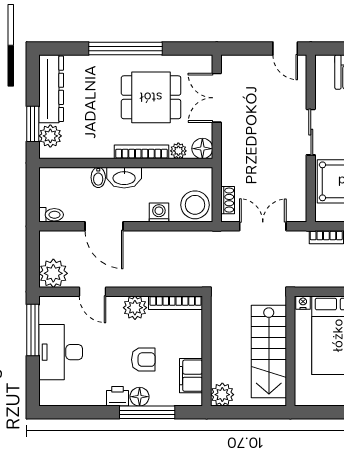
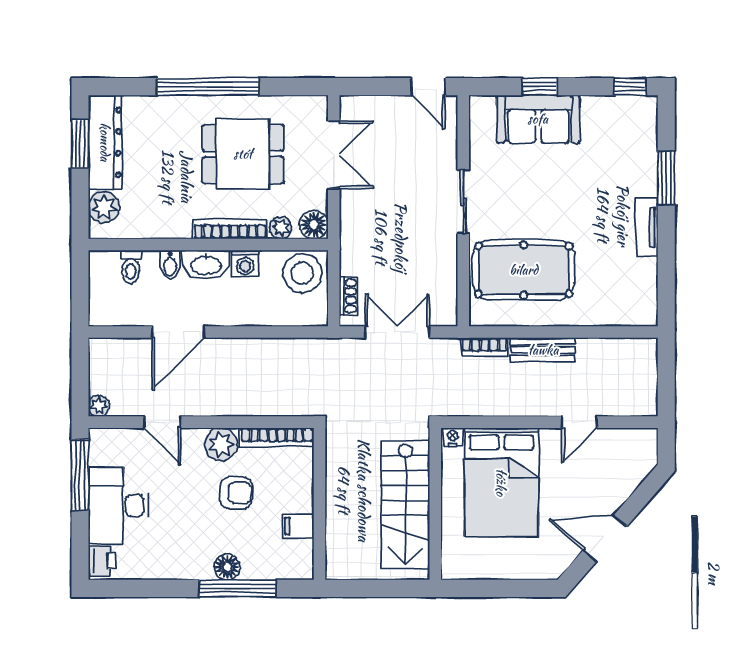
double door: (217, 98) -> (334, 155), swing flipped
window: (33, 124) -> (80, 144), moved
stool: (195, 205) -> (302, 273), moved
washing machine: (159, 213) -> (245, 263), moved, turned 180
toilet: (51, 215) -> (131, 267), moved, turned 90
door: (104, 226) -> (178, 332), hinge flipped
plant: (53, 273) -> (99, 406), width x0.53, depth x0.53
armchair: (143, 360) -> (236, 493), moved
filing cabinet: (191, 376) -> (298, 526), width x0.50
plant: (222, 395) -> (341, 564), removed
printer: (118, 396) -> (102, 561), moved, turned 90

